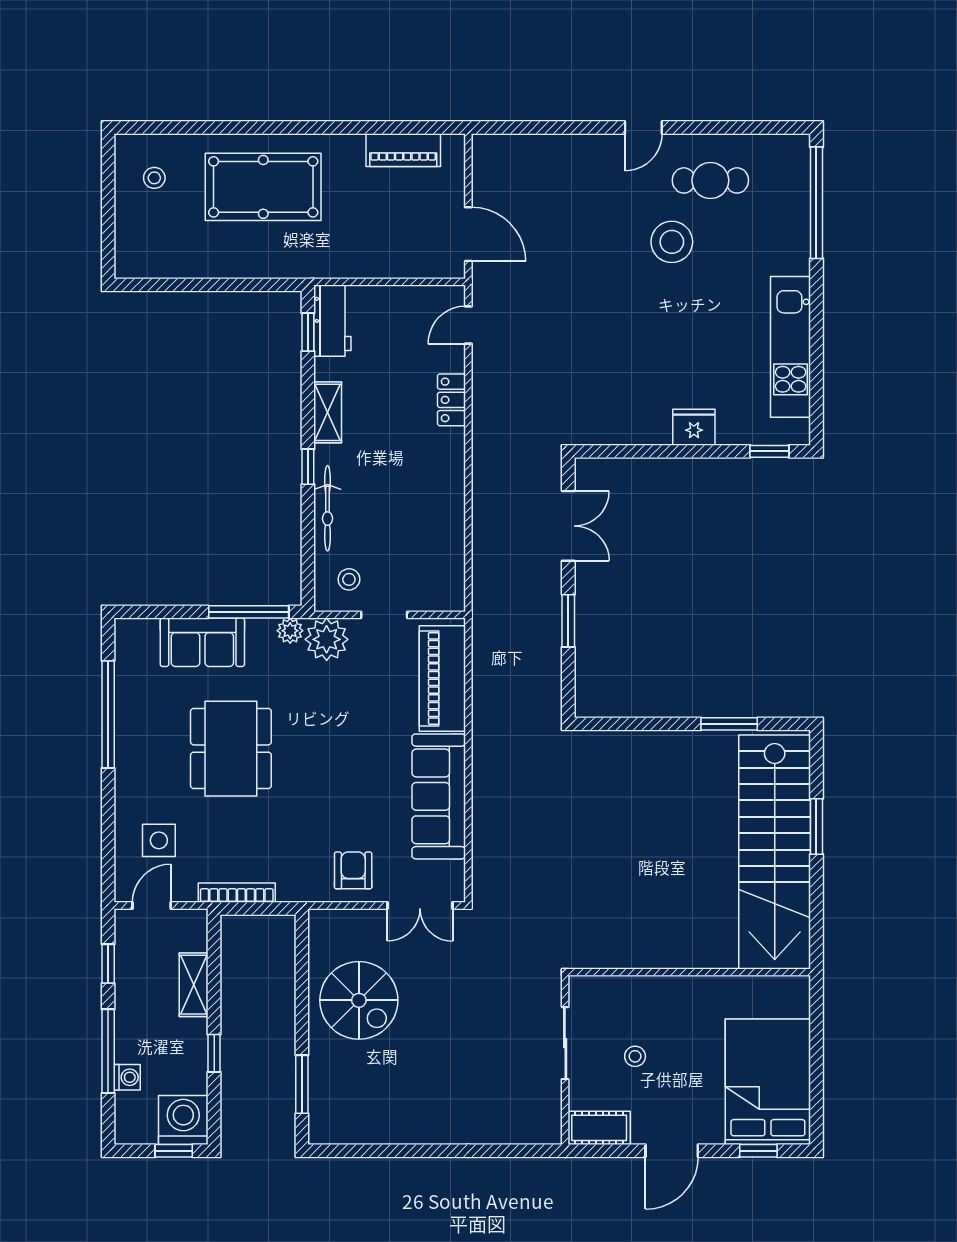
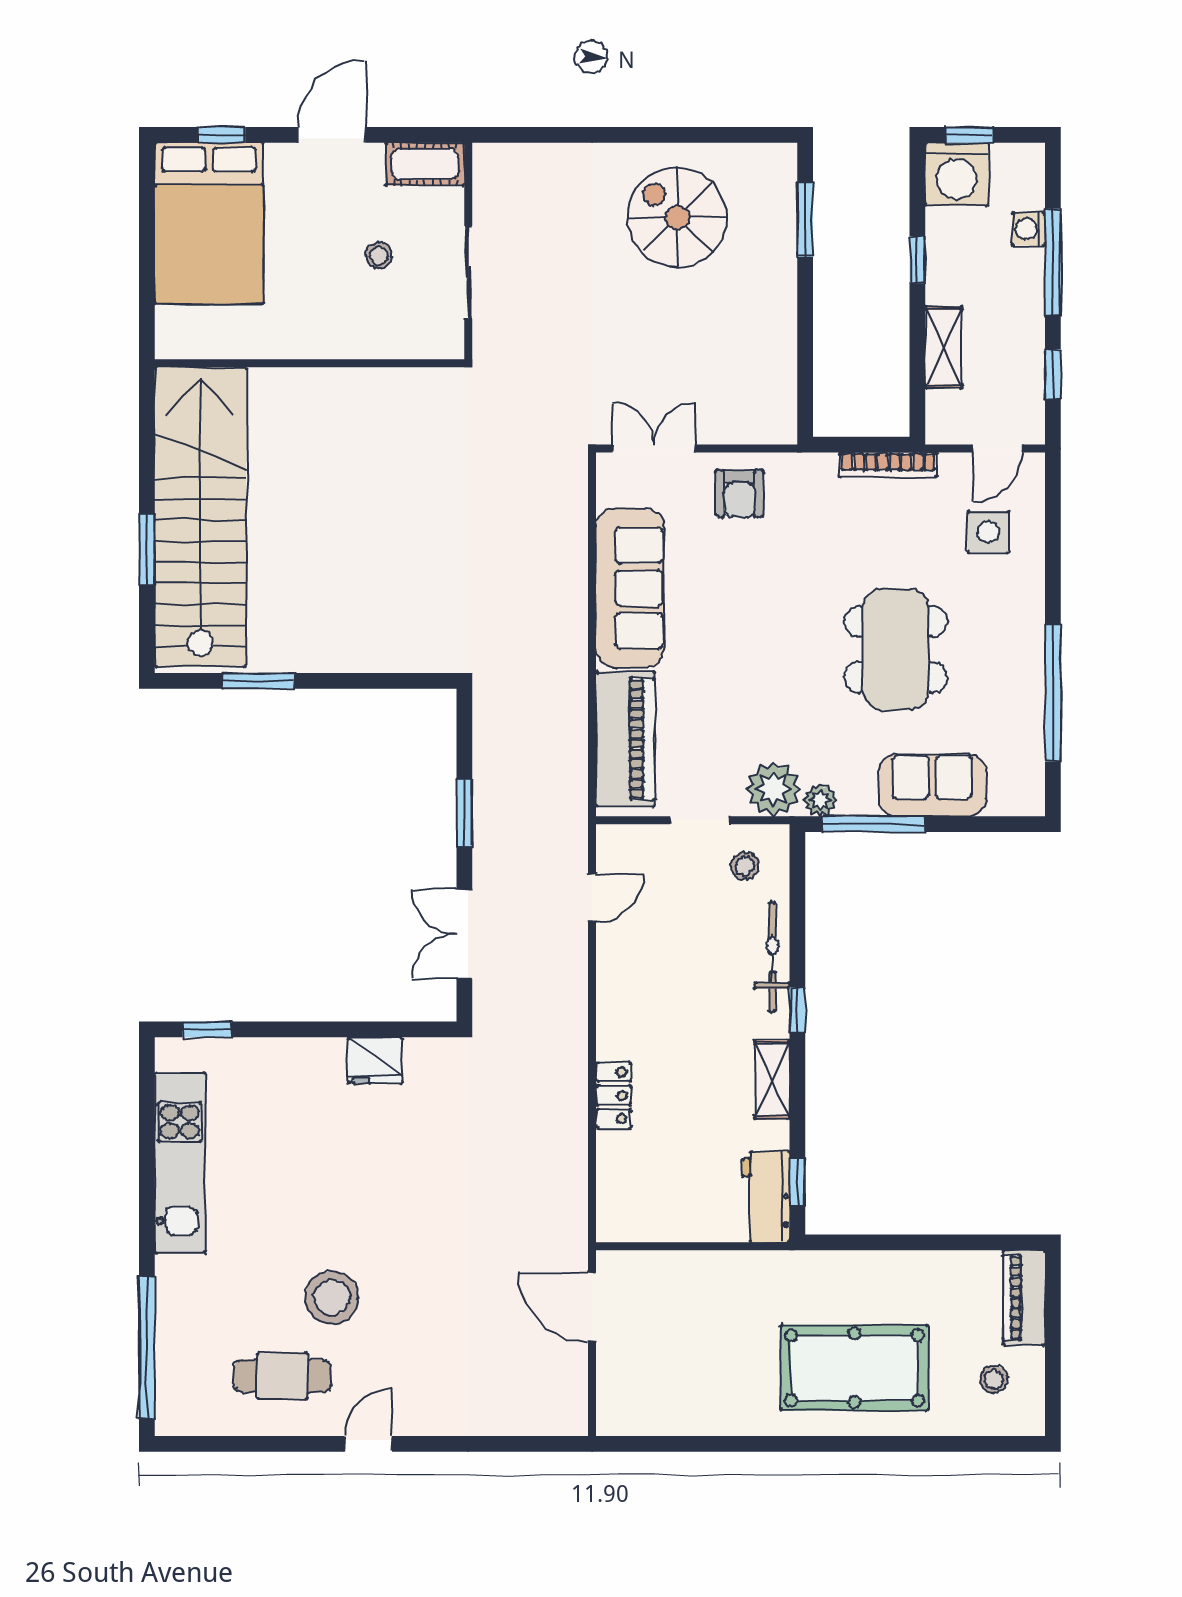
piano: (403, 150) -> (1024, 1298), moved, turned -90
door: (468, 325) -> (592, 898), moved
fridge: (694, 427) -> (375, 1060), moved
spiral stairs: (359, 1000) -> (677, 218), moved

